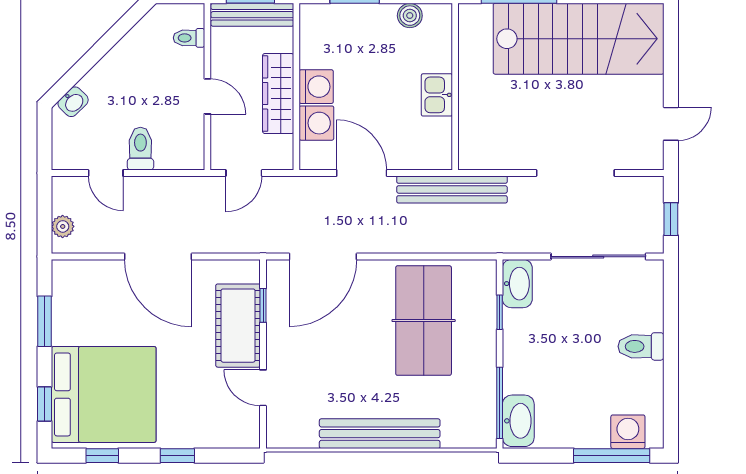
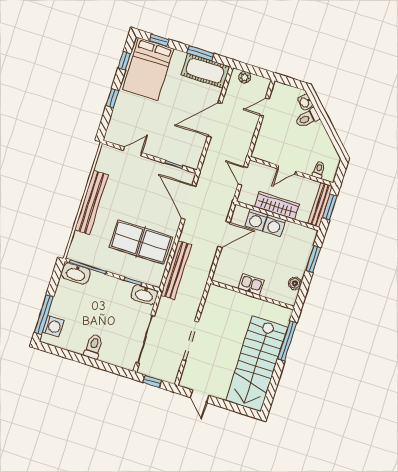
toilet: (140, 149) -> (307, 118), moved, turned 135
bench: (452, 189) -> (176, 270), moved
cot: (238, 326) -> (205, 71), moved
bed: (104, 394) -> (148, 69), width x0.73

